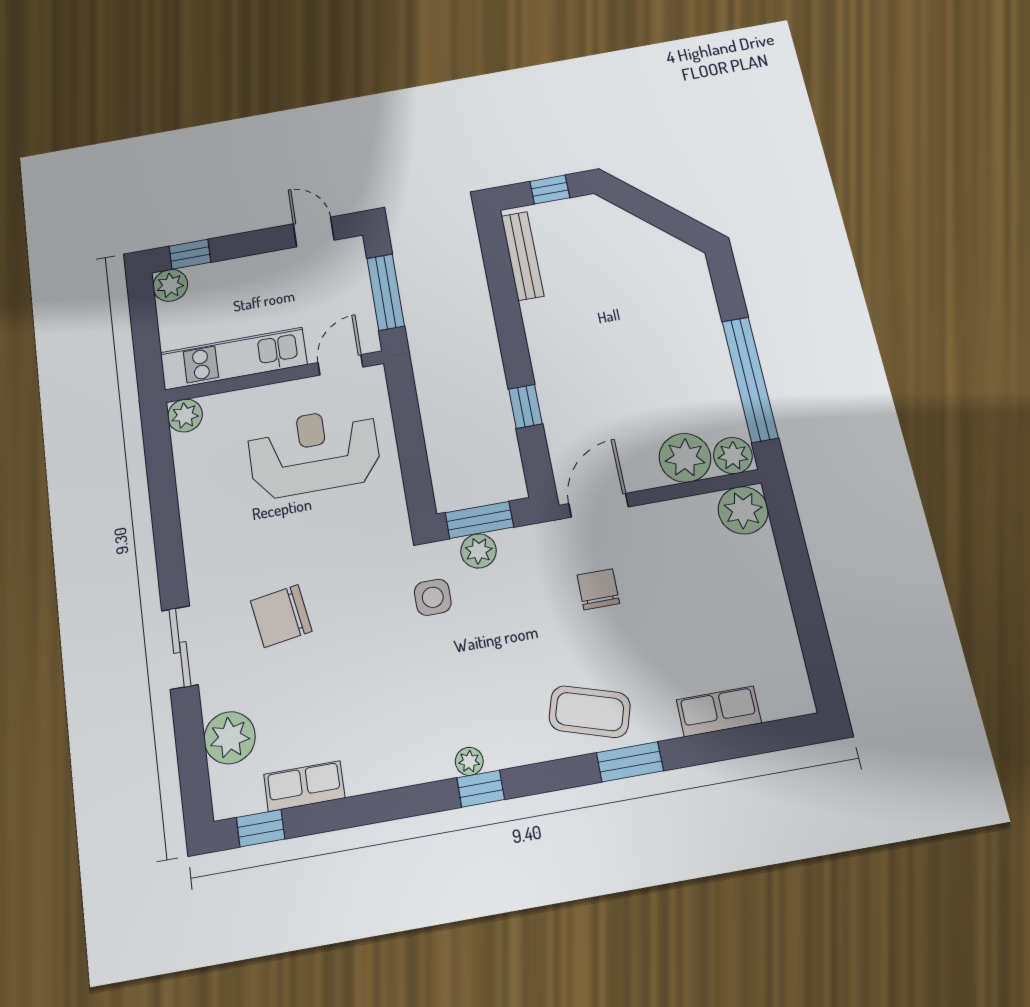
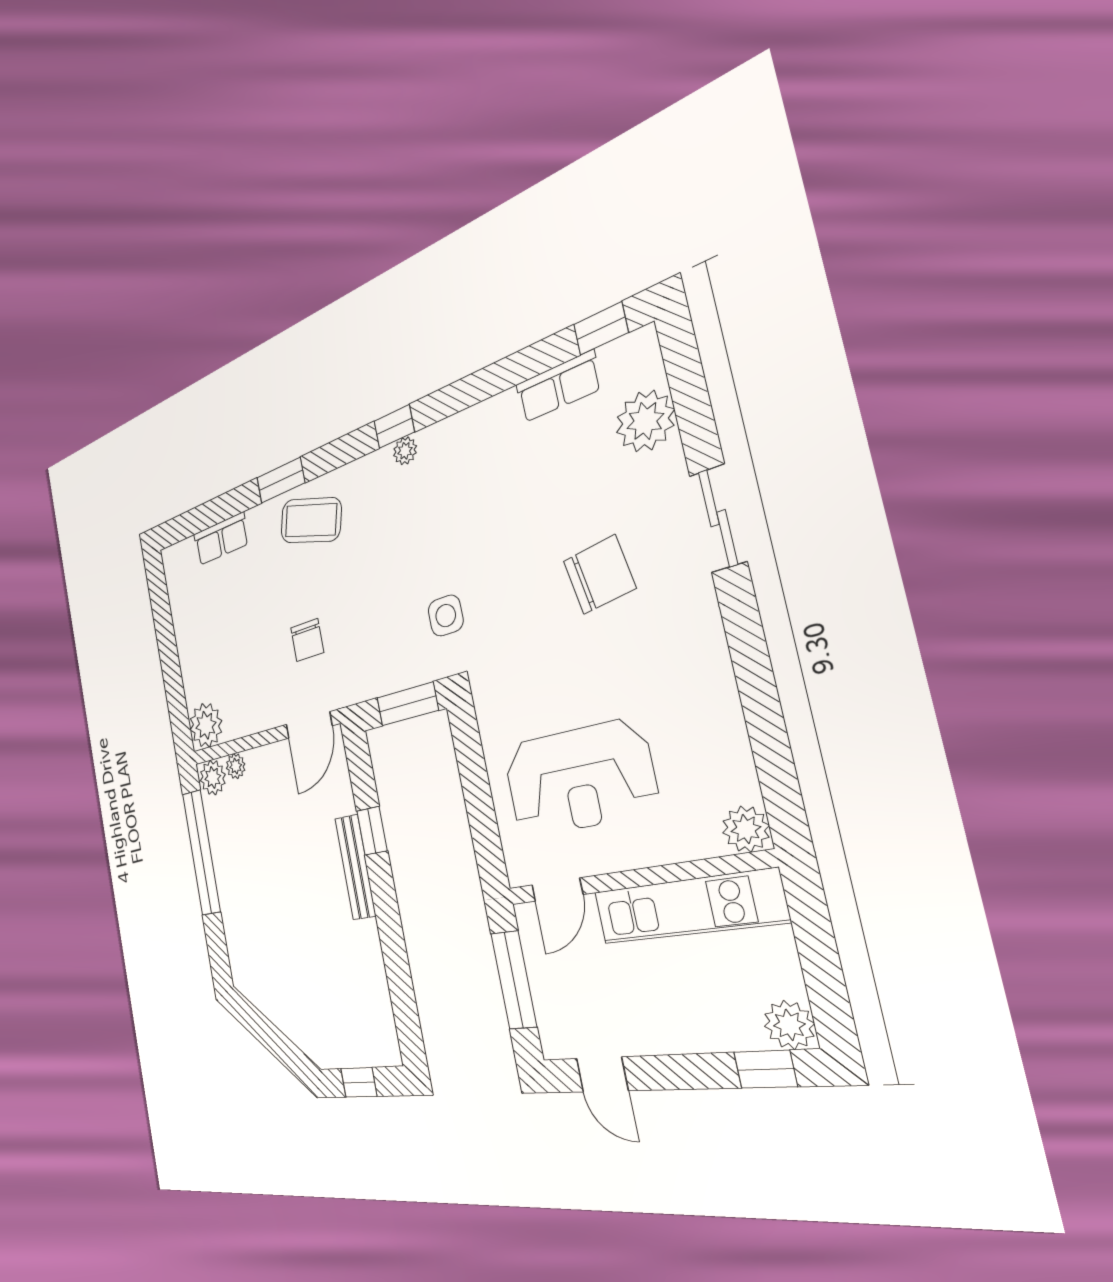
bench: (523, 256) -> (355, 867), moved
plant: (685, 458) -> (236, 766), width x0.53, depth x0.53
plant: (479, 551) -> (407, 670), removed

